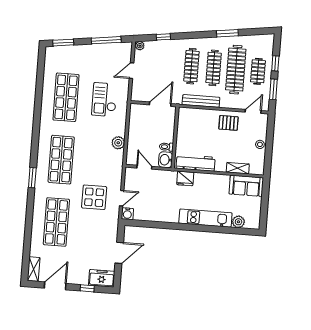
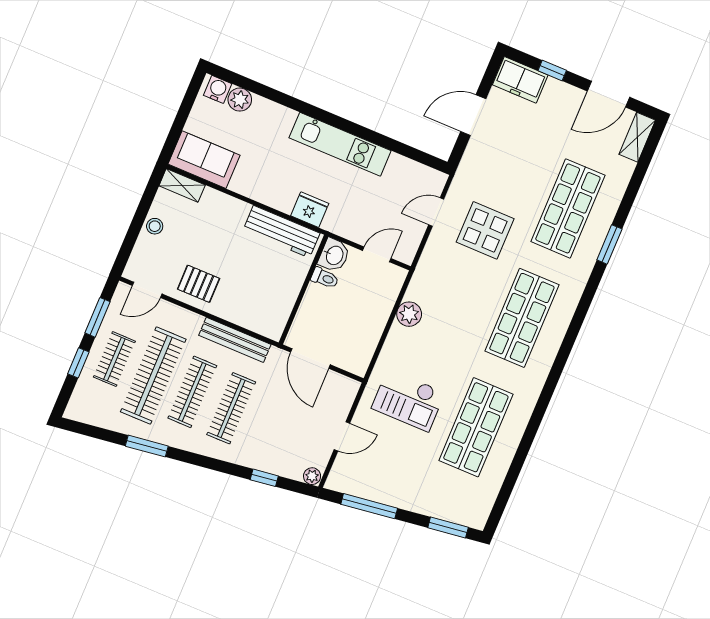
checkout: (104, 100) -> (408, 400), turned 90
door: (160, 104) -> (310, 358), hinge flipped
door: (144, 167) -> (377, 254), swing flipped
shelving: (238, 168) -> (182, 185), moved
window: (32, 178) -> (609, 244), moved
water cooler: (127, 214) -> (218, 89), moved
kitchen unit: (205, 218) -> (340, 144), moved

